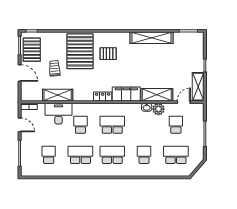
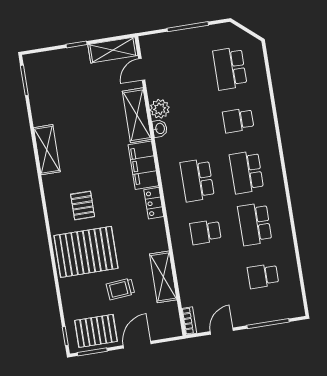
shelving: (152, 38) -> (47, 150), width x0.68
door: (184, 102) -> (142, 69), hinge flipped
desk: (59, 114) -> (193, 271), removed
school desk: (176, 125) -> (181, 76), removed

